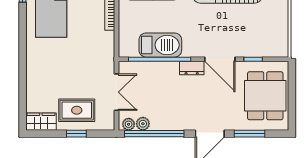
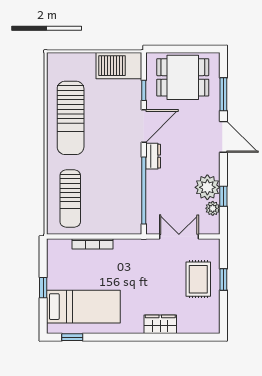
barbecue: (160, 45) -> (119, 66), moved, turned -90
wardrobe: (41, 122) -> (160, 324), moved, turned 90
plant: (129, 124) -> (207, 187), moved, width x1.88, depth x1.88
window: (154, 134) -> (223, 196), width x0.32

